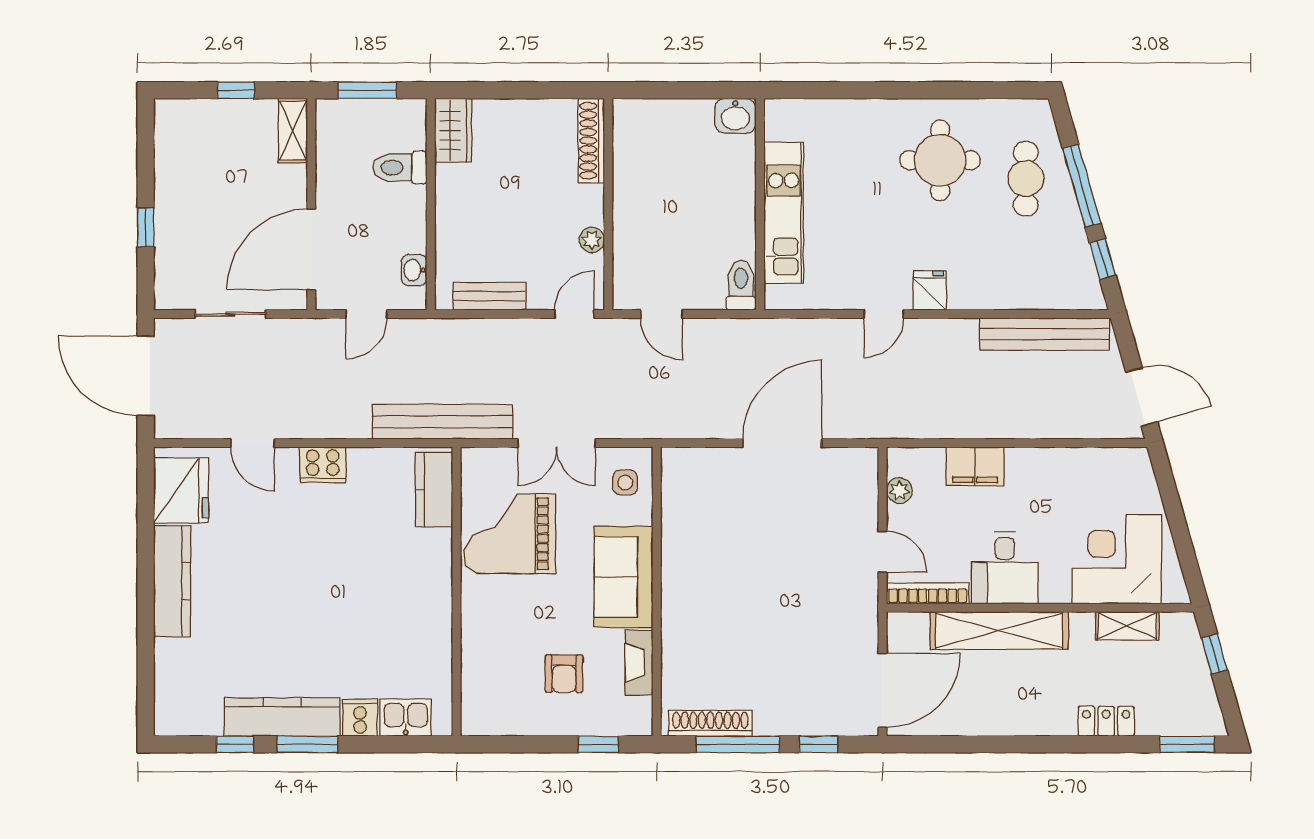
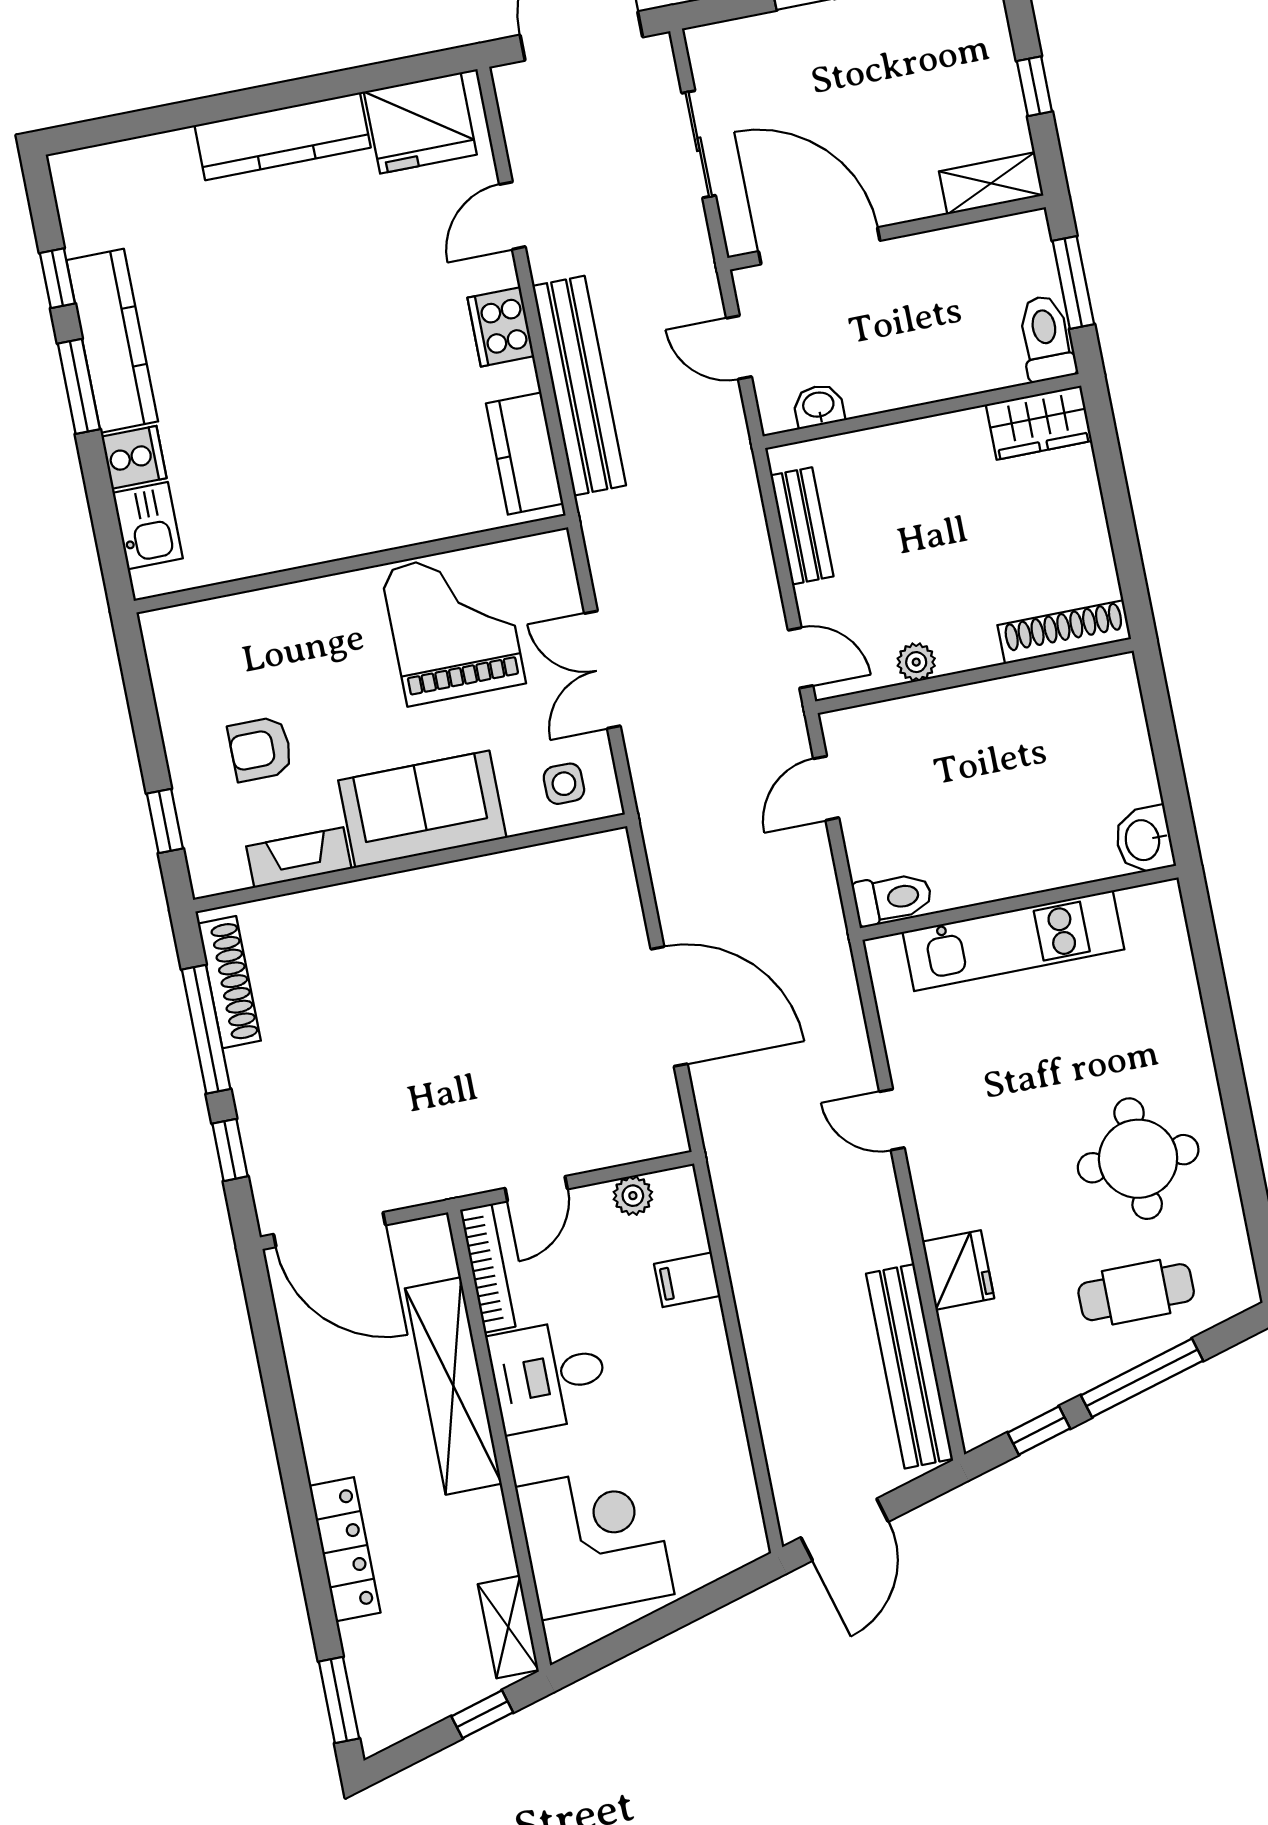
toilet: (400, 168) -> (1046, 338), moved
fridge: (930, 290) -> (958, 1270), moved, width x1.38
bench: (442, 422) -> (579, 386), moved
filing cabinet: (975, 466) -> (687, 1280), width x0.50
kitchen counter: (434, 490) -> (525, 454), moved, turned -90
shelving: (1127, 626) -> (508, 1627), moved
locker: (1106, 721) -> (345, 1549), width x1.53

